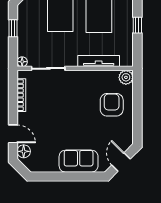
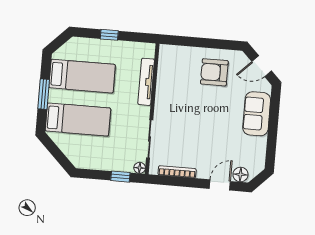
window: (13, 28) -> (120, 177), moved
plant: (126, 77) -> (167, 53), removed
armchair: (112, 105) -> (214, 72), moved

